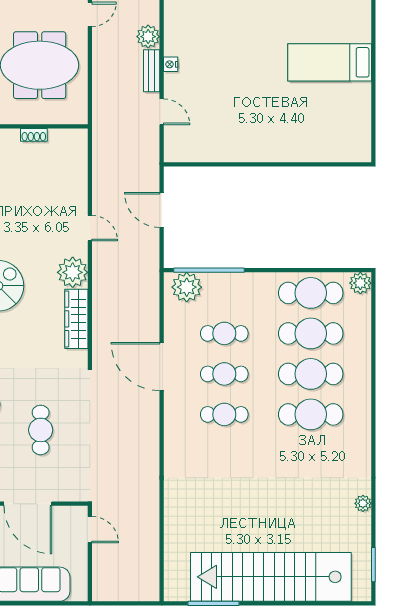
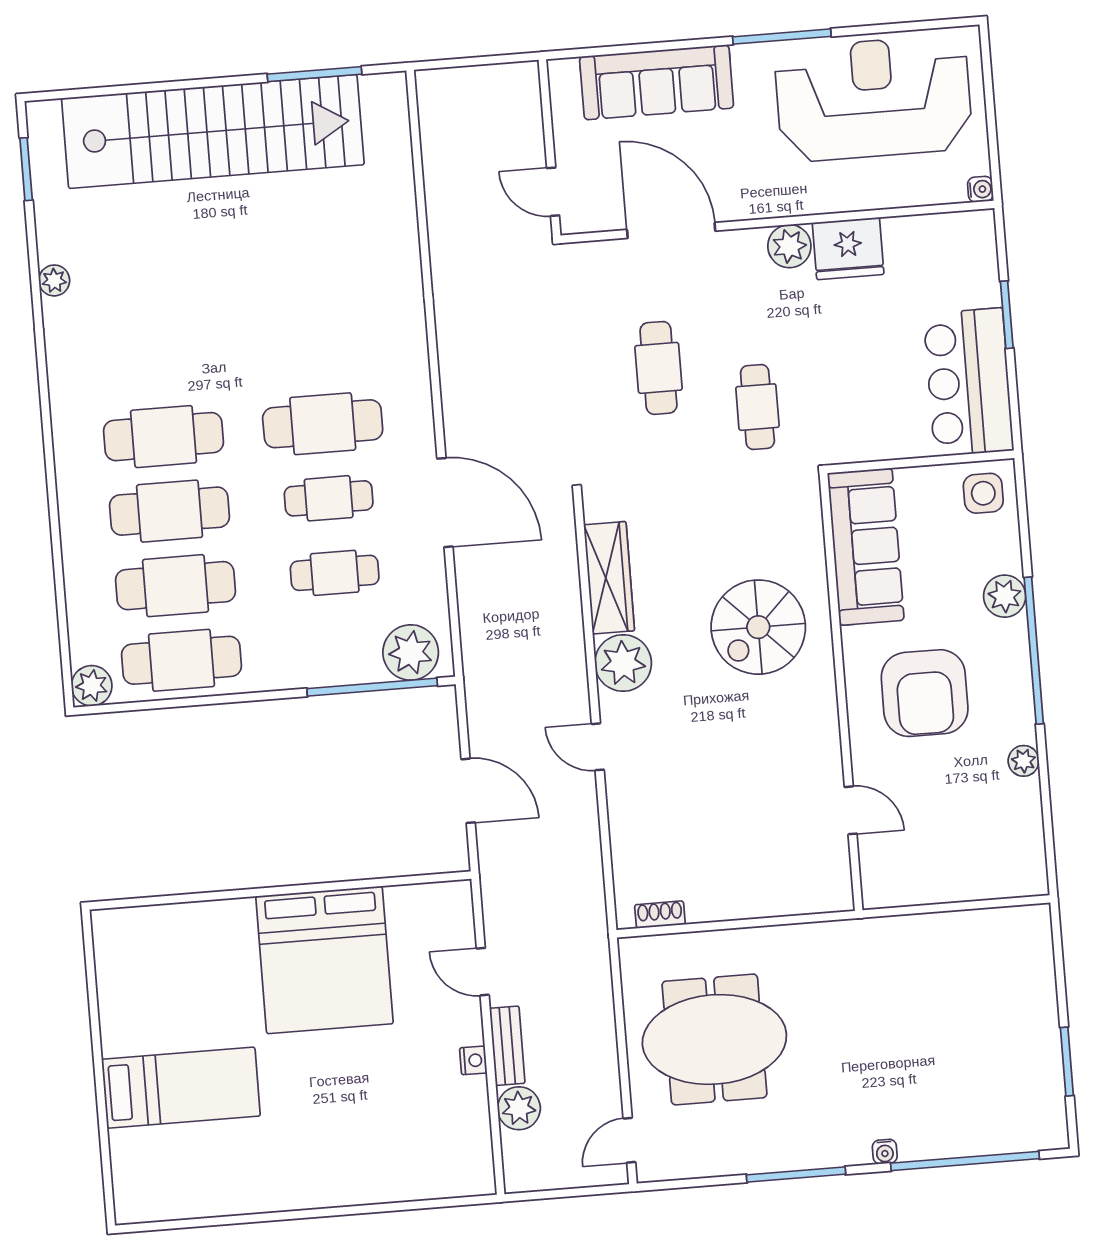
bed: (247, 125) -> (324, 960), added
shoe rack: (34, 135) -> (660, 915), moved
cafe table: (224, 414) -> (323, 424), width x1.37, depth x1.35

